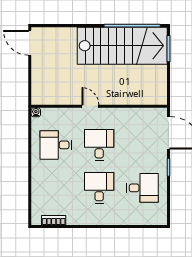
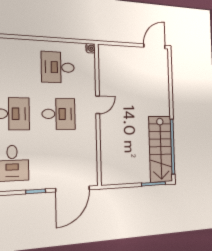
stairs: (122, 46) -> (161, 149), width x0.73, depth x0.66
desk: (56, 145) -> (58, 67), turned -90

